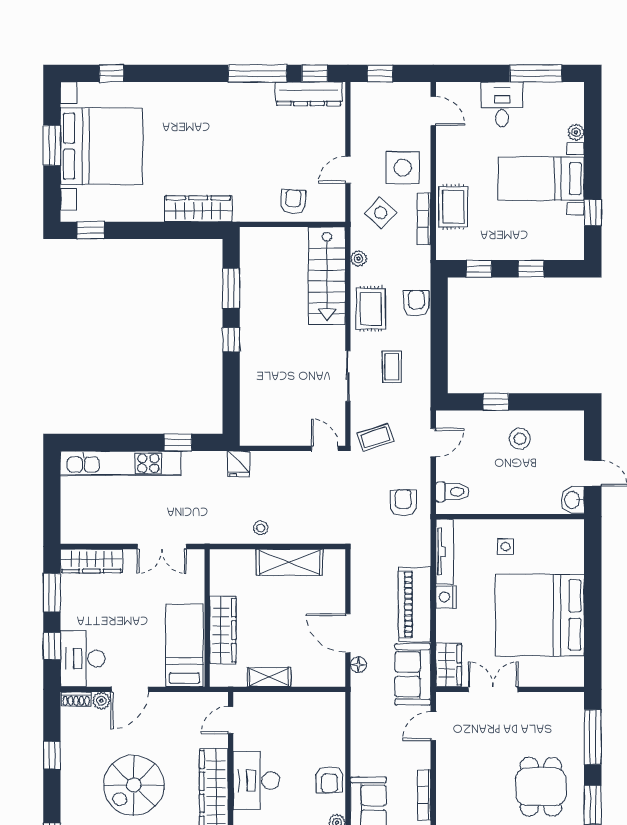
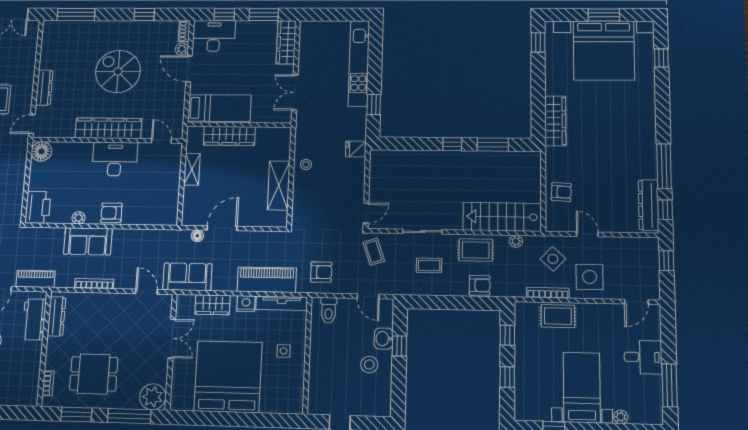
washbasin: (573, 500) -> (384, 339), moved, turned -90
piano: (415, 604) -> (267, 280), moved
wardrobe: (449, 665) -> (212, 305), moved
plant: (568, 709) -> (153, 397), added

